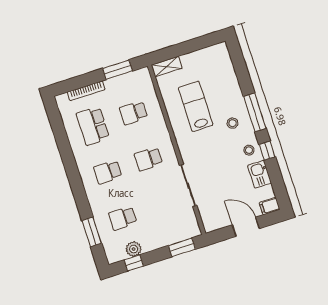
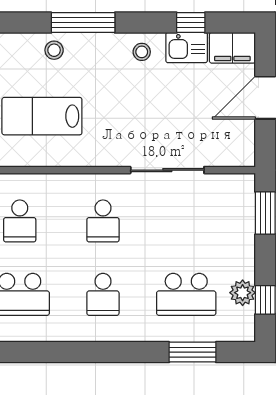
stool: (232, 123) -> (54, 50), moved
window: (267, 151) -> (191, 23), moved
filing cabinet: (270, 206) -> (232, 48), width x2.00
school desk: (123, 218) -> (186, 294), width x1.85

